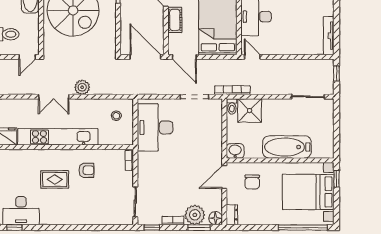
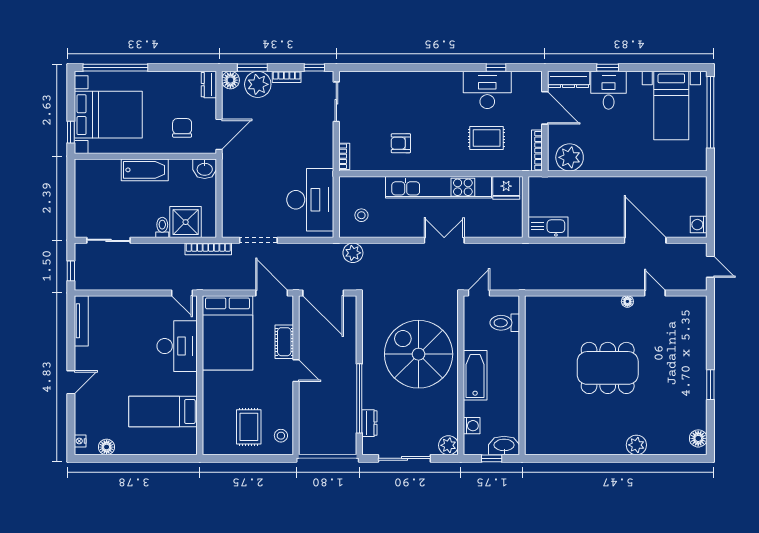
plant: (82, 87) -> (353, 253), moved
toilet: (232, 106) -> (162, 227), moved
bathtub: (287, 147) -> (145, 170), width x0.73, depth x0.73
rug: (55, 179) -> (487, 138), moved

